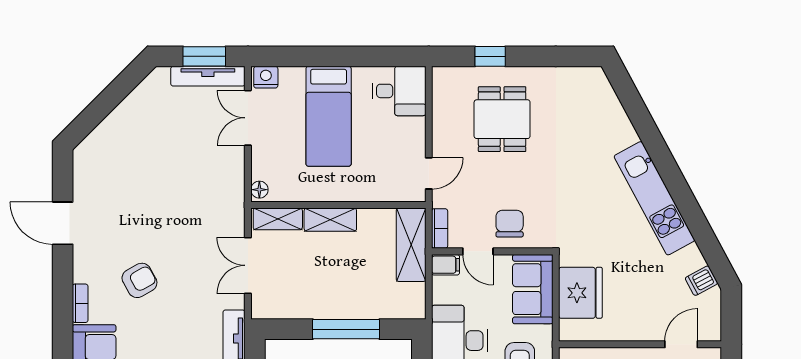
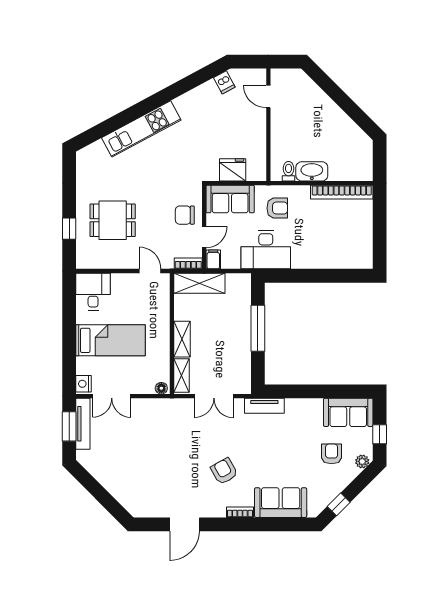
kitchen unit: (654, 198) -> (141, 129), moved
fridge: (580, 293) -> (233, 170), width x0.73, depth x0.75

